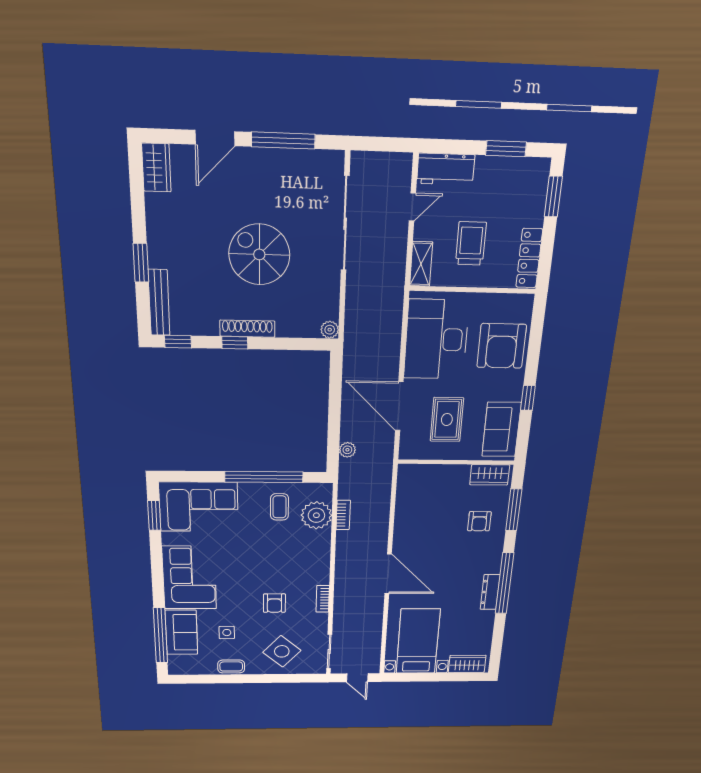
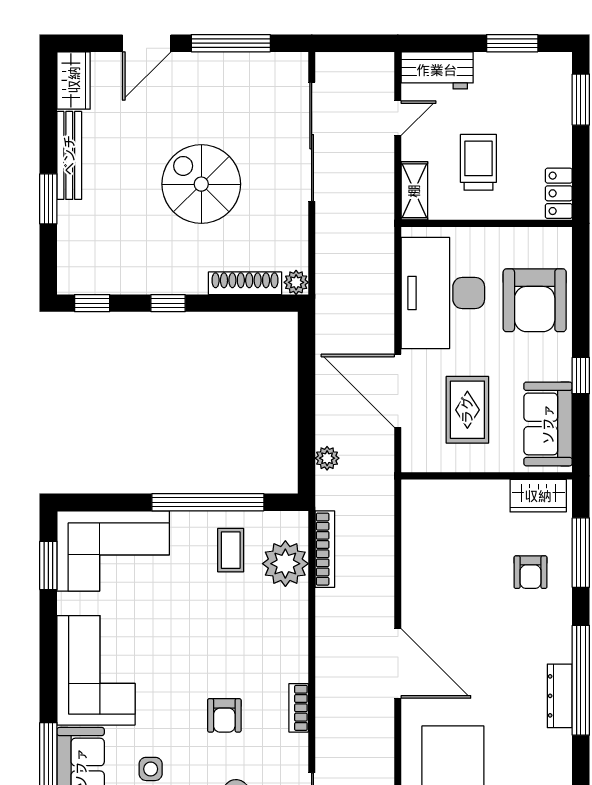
locker: (529, 258) -> (559, 193), width x0.66
bench: (159, 303) -> (69, 155), moved
shoe rack: (247, 329) -> (245, 283), moved
bookcase: (343, 515) -> (325, 549), width x1.56

